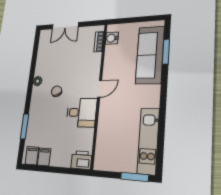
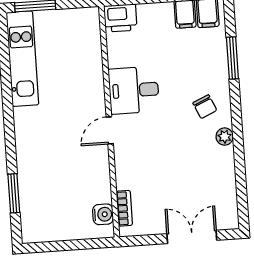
sofa: (150, 55) -> (37, 187), removed
chair: (57, 91) -> (205, 107), moved

